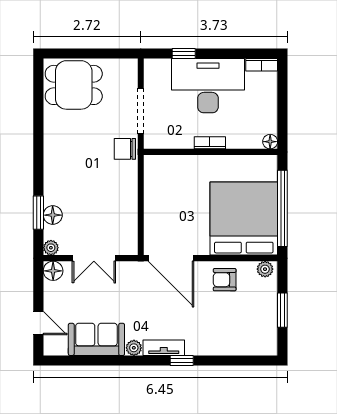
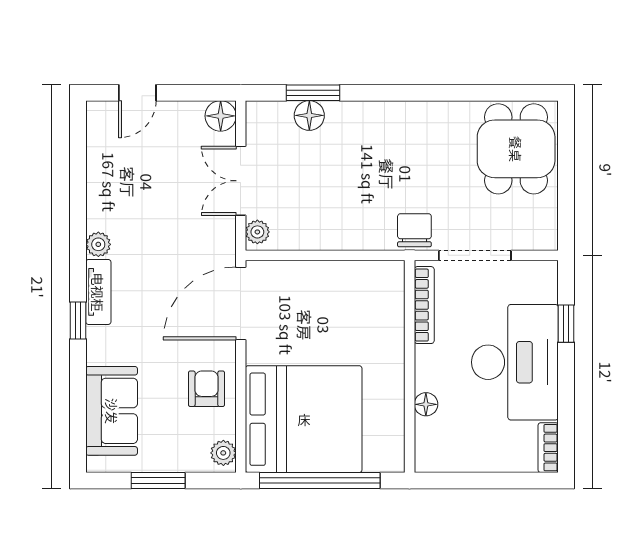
floor lamp: (270, 142) -> (426, 404), moved
bookcase: (210, 143) -> (424, 305), moved, width x1.56
plant: (51, 248) -> (257, 232), moved
sofa: (96, 339) -> (112, 411), moved

